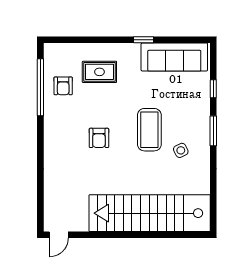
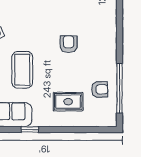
armchair: (63, 86) -> (100, 89), turned 88
coffee table: (149, 130) -> (22, 70), moved

